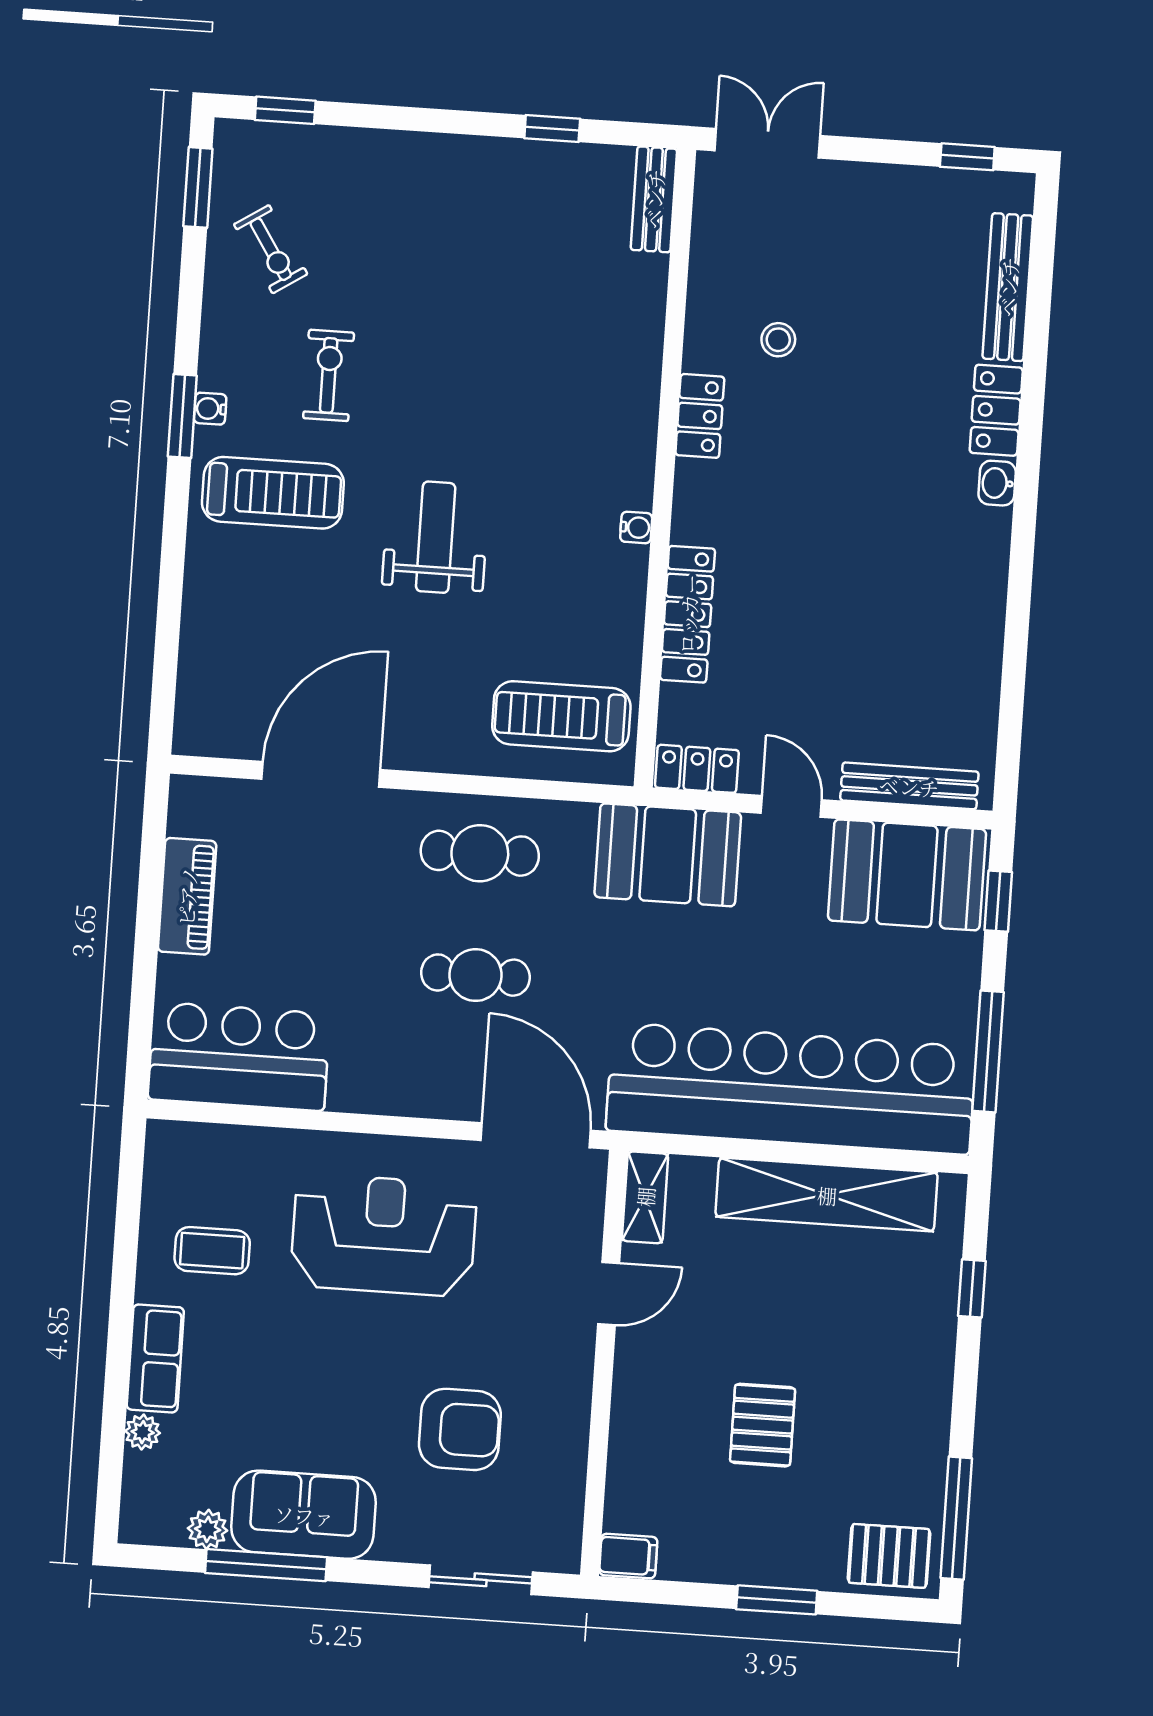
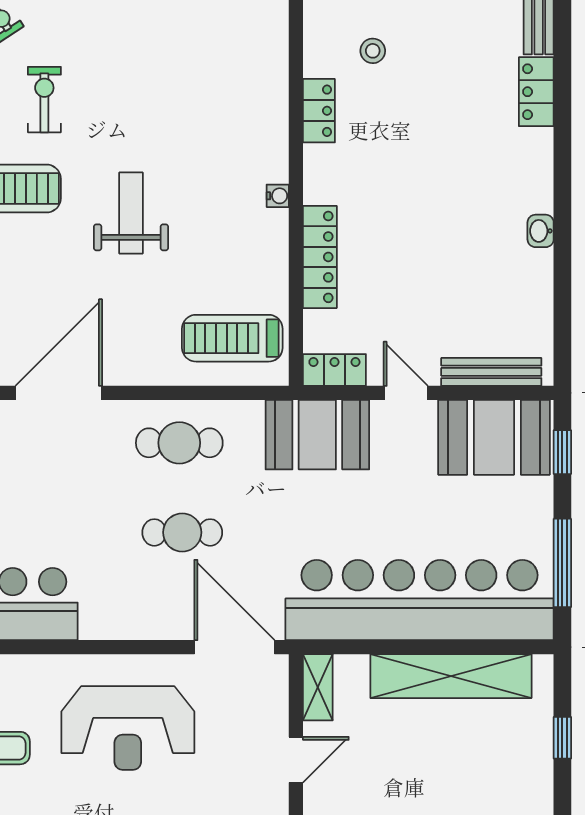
washbasin: (997, 483) -> (541, 231), moved
reception desk: (384, 1235) -> (128, 728), turned 180

